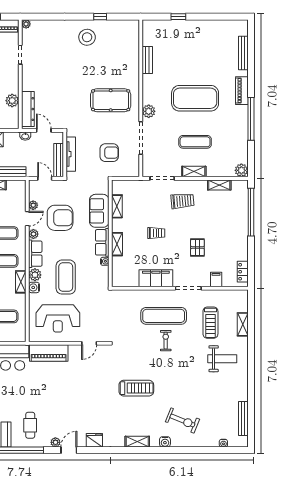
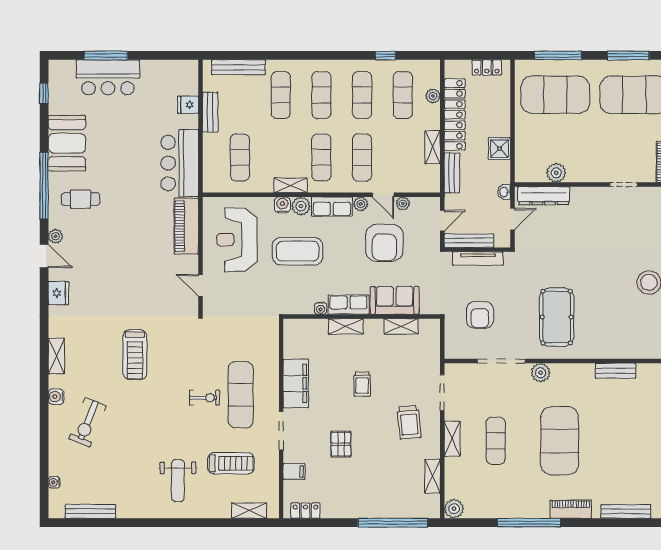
pallet: (197, 247) -> (341, 444), turned 90
treadmill: (210, 323) -> (231, 463), turned 180
shelving: (243, 324) -> (249, 511), moved

